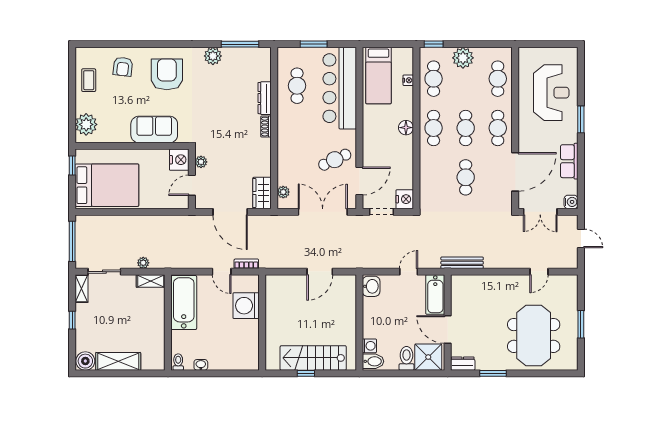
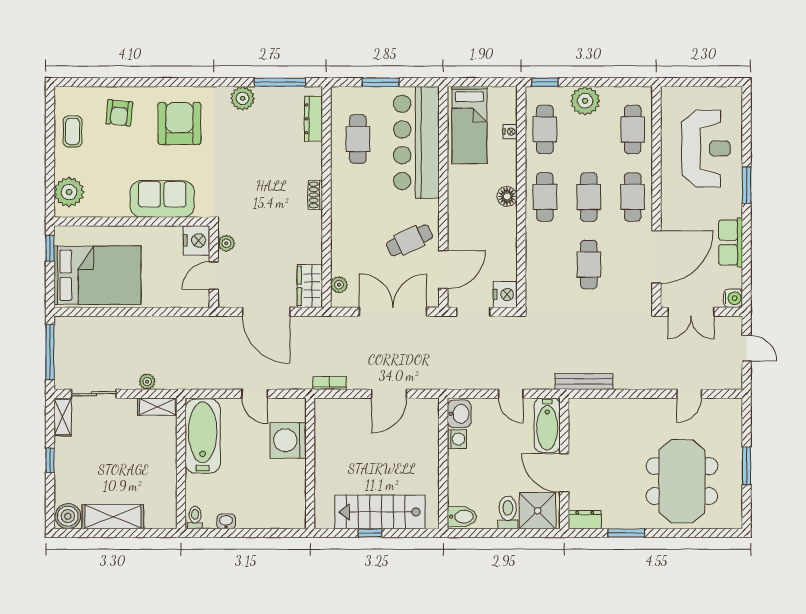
dresser: (265, 98) -> (314, 119), moved
bookcase: (246, 264) -> (330, 383), moved
door: (409, 272) -> (511, 394), swing flipped
washing machine: (369, 346) -> (457, 439), moved

